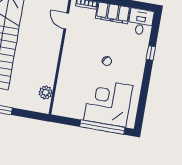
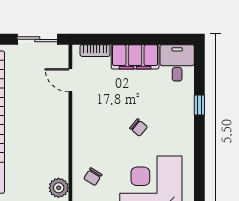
chair: (70, 89) -> (93, 177), added

